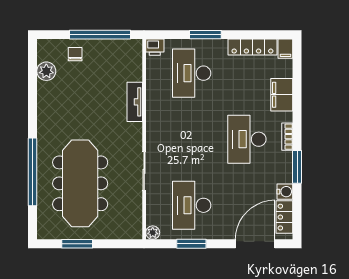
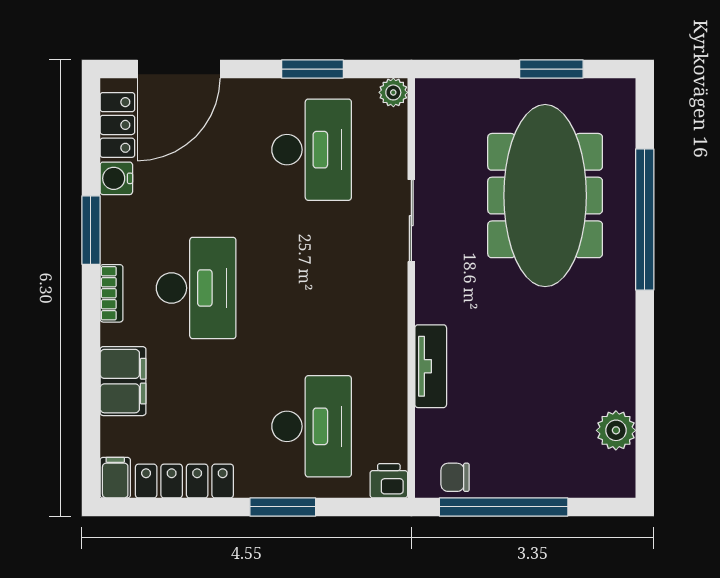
chair: (75, 54) -> (455, 477), moved, turned 90

